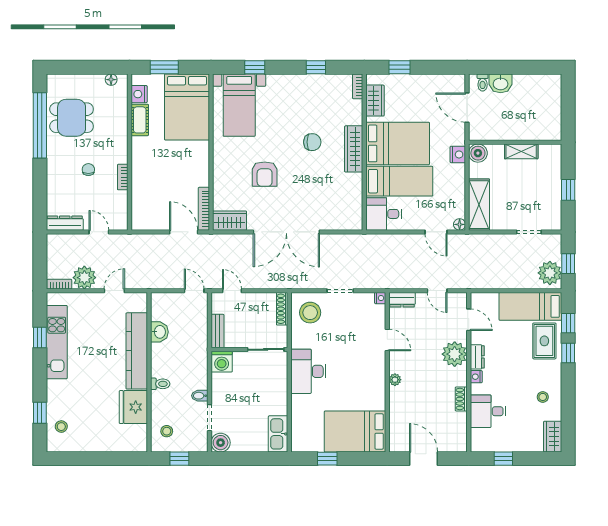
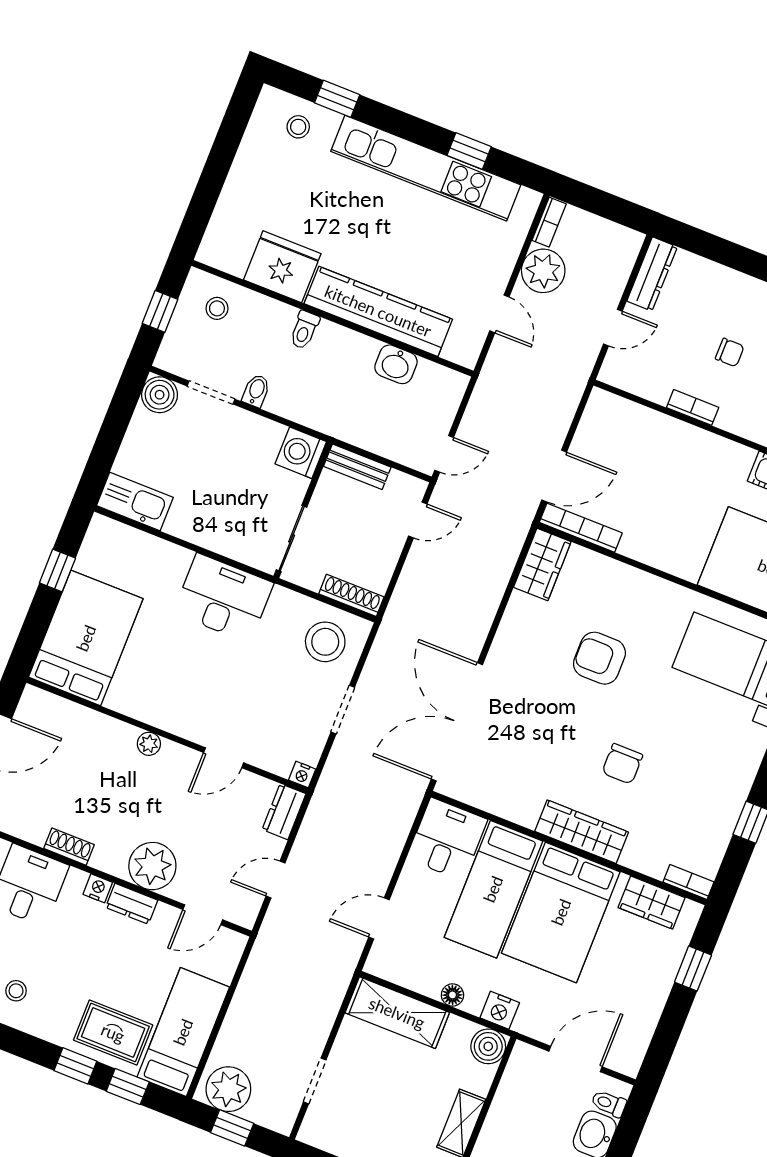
floor lamp: (460, 224) -> (452, 995), moved
double door: (286, 232) -> (457, 722), moved
kitchen unit: (57, 342) -> (426, 168), width x1.36

